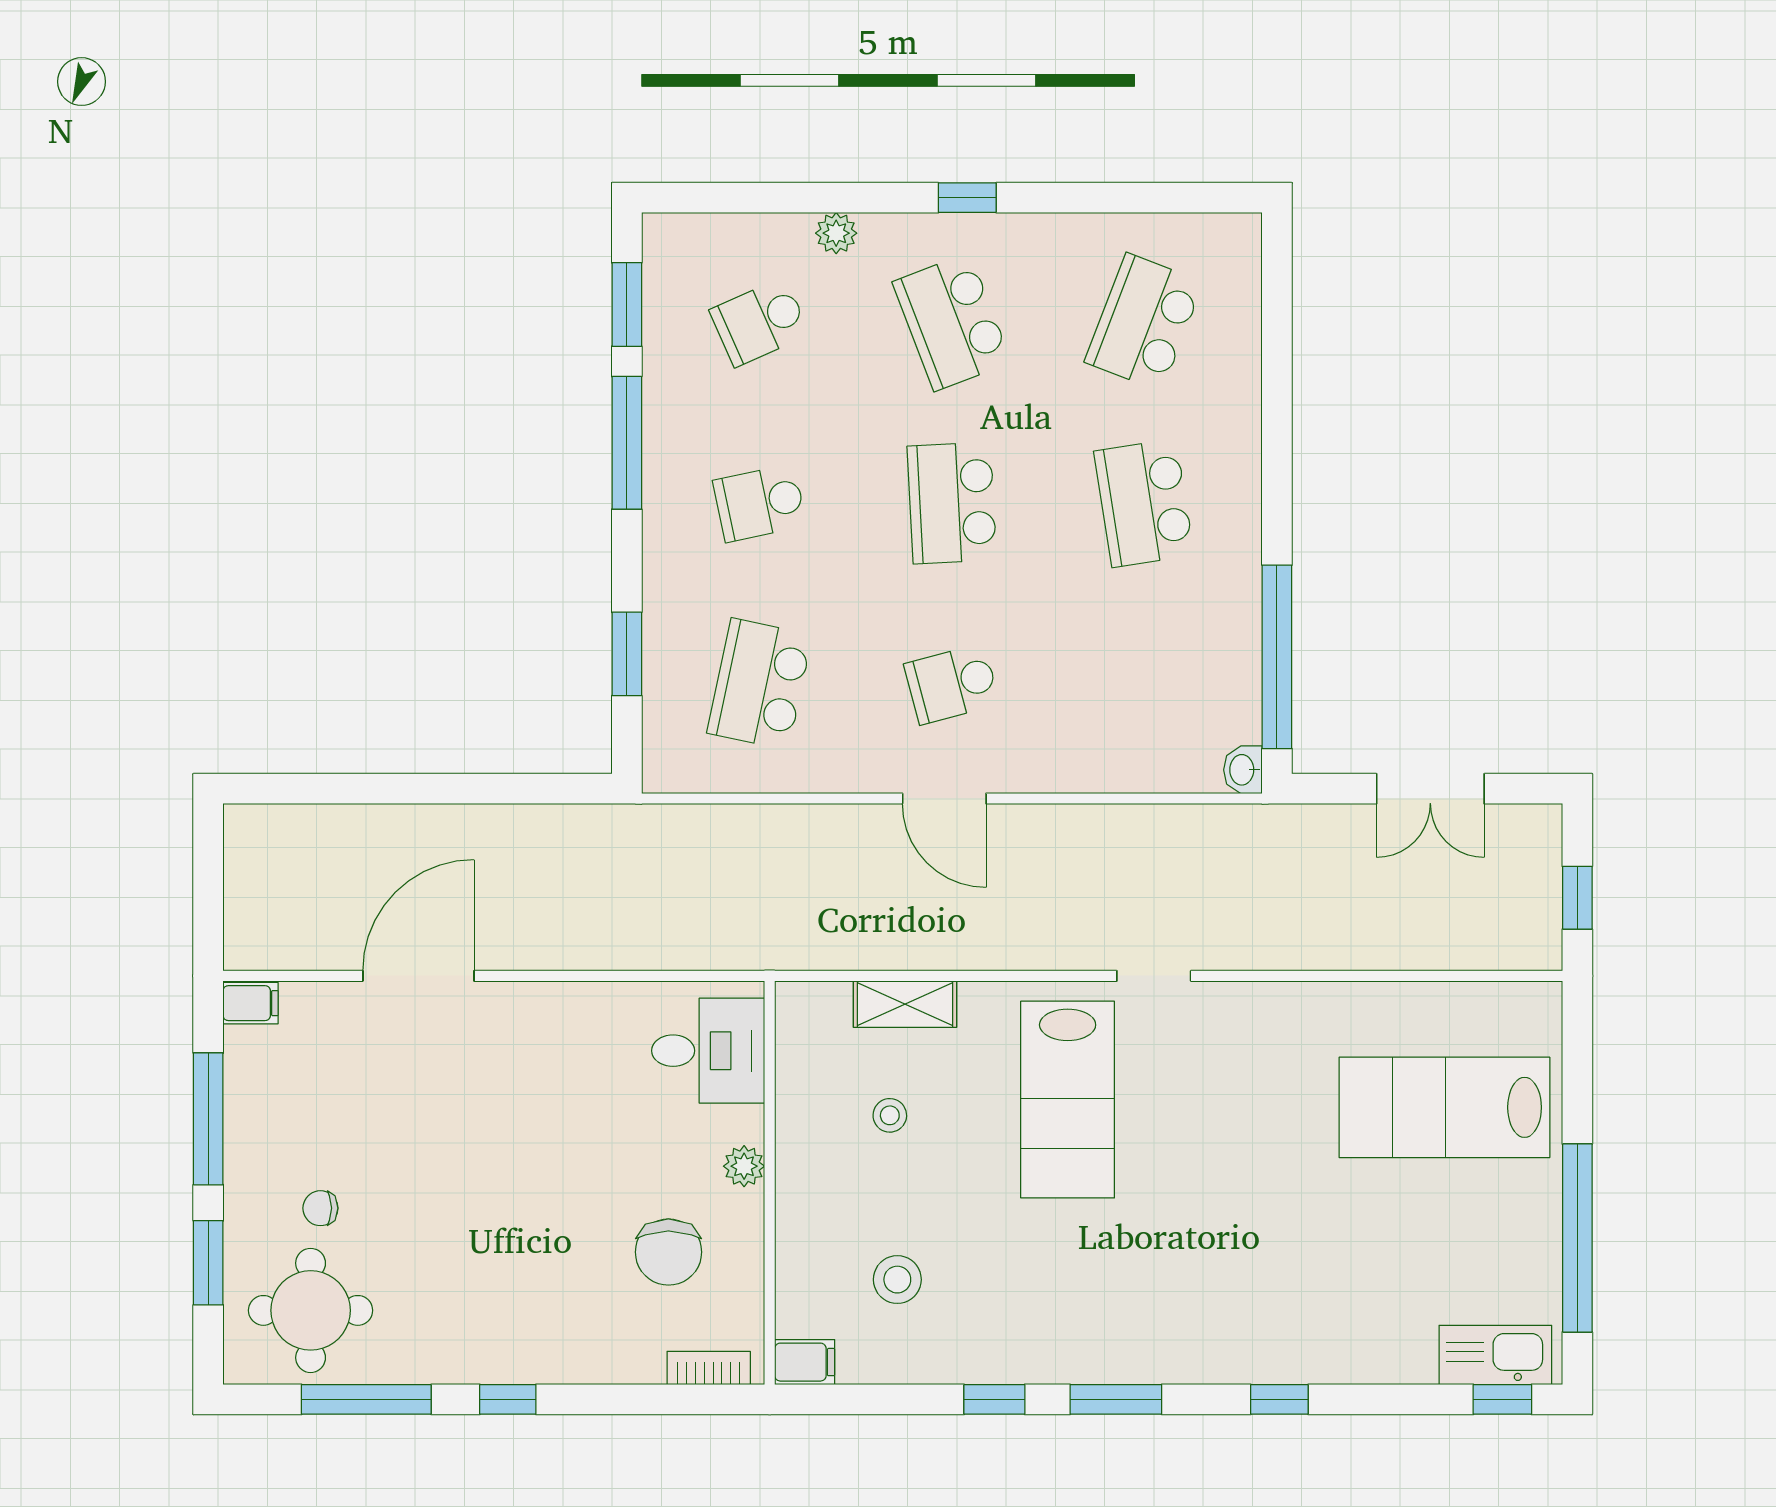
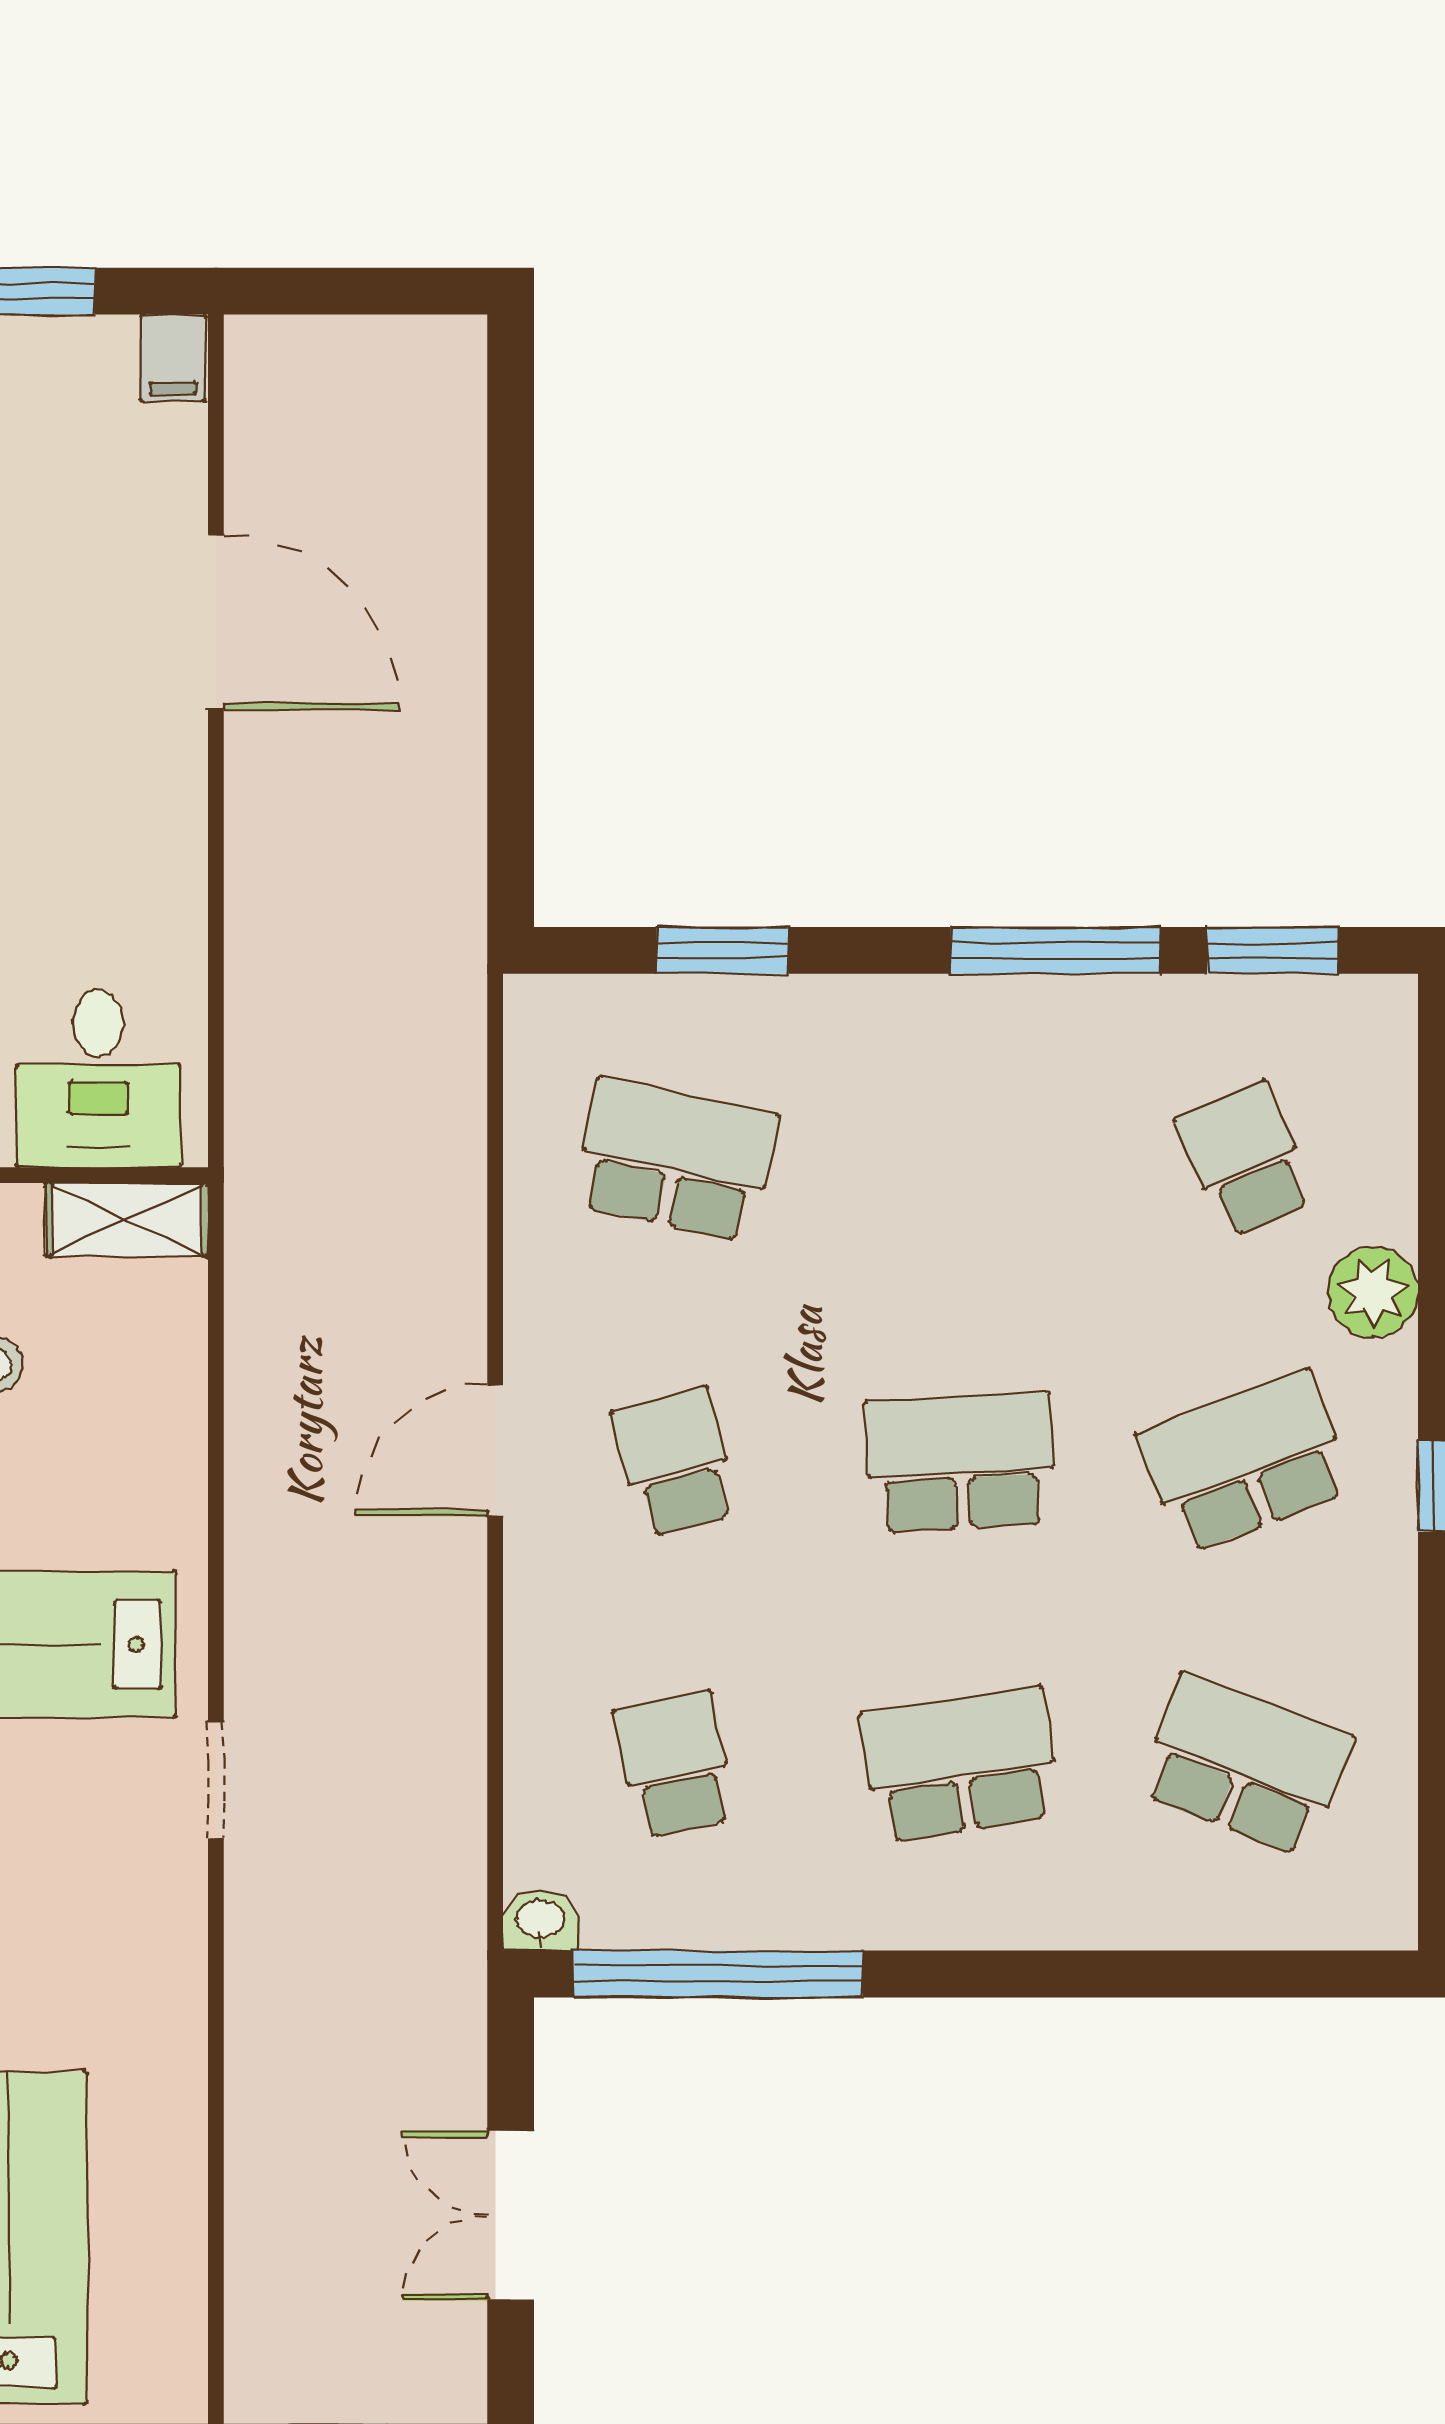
plant: (836, 233) -> (1373, 1292), width x1.38, depth x1.38
school desk: (760, 503) -> (676, 1765), moved
shelving: (905, 1004) -> (127, 1220), moved, turned 90

